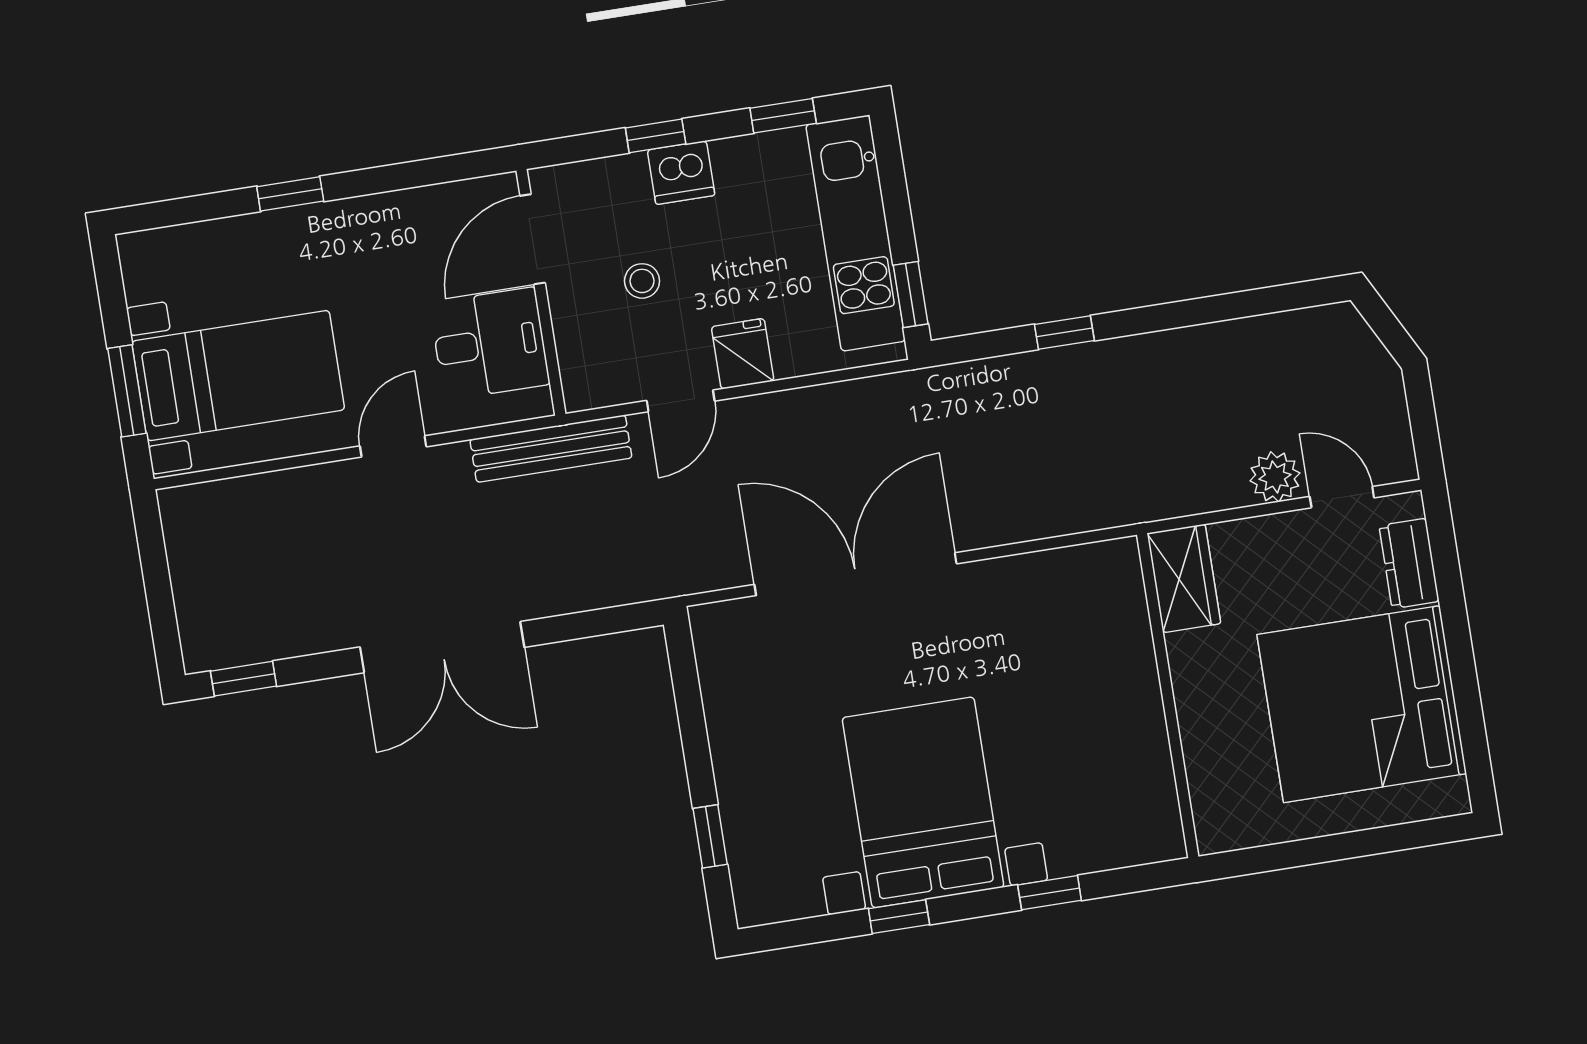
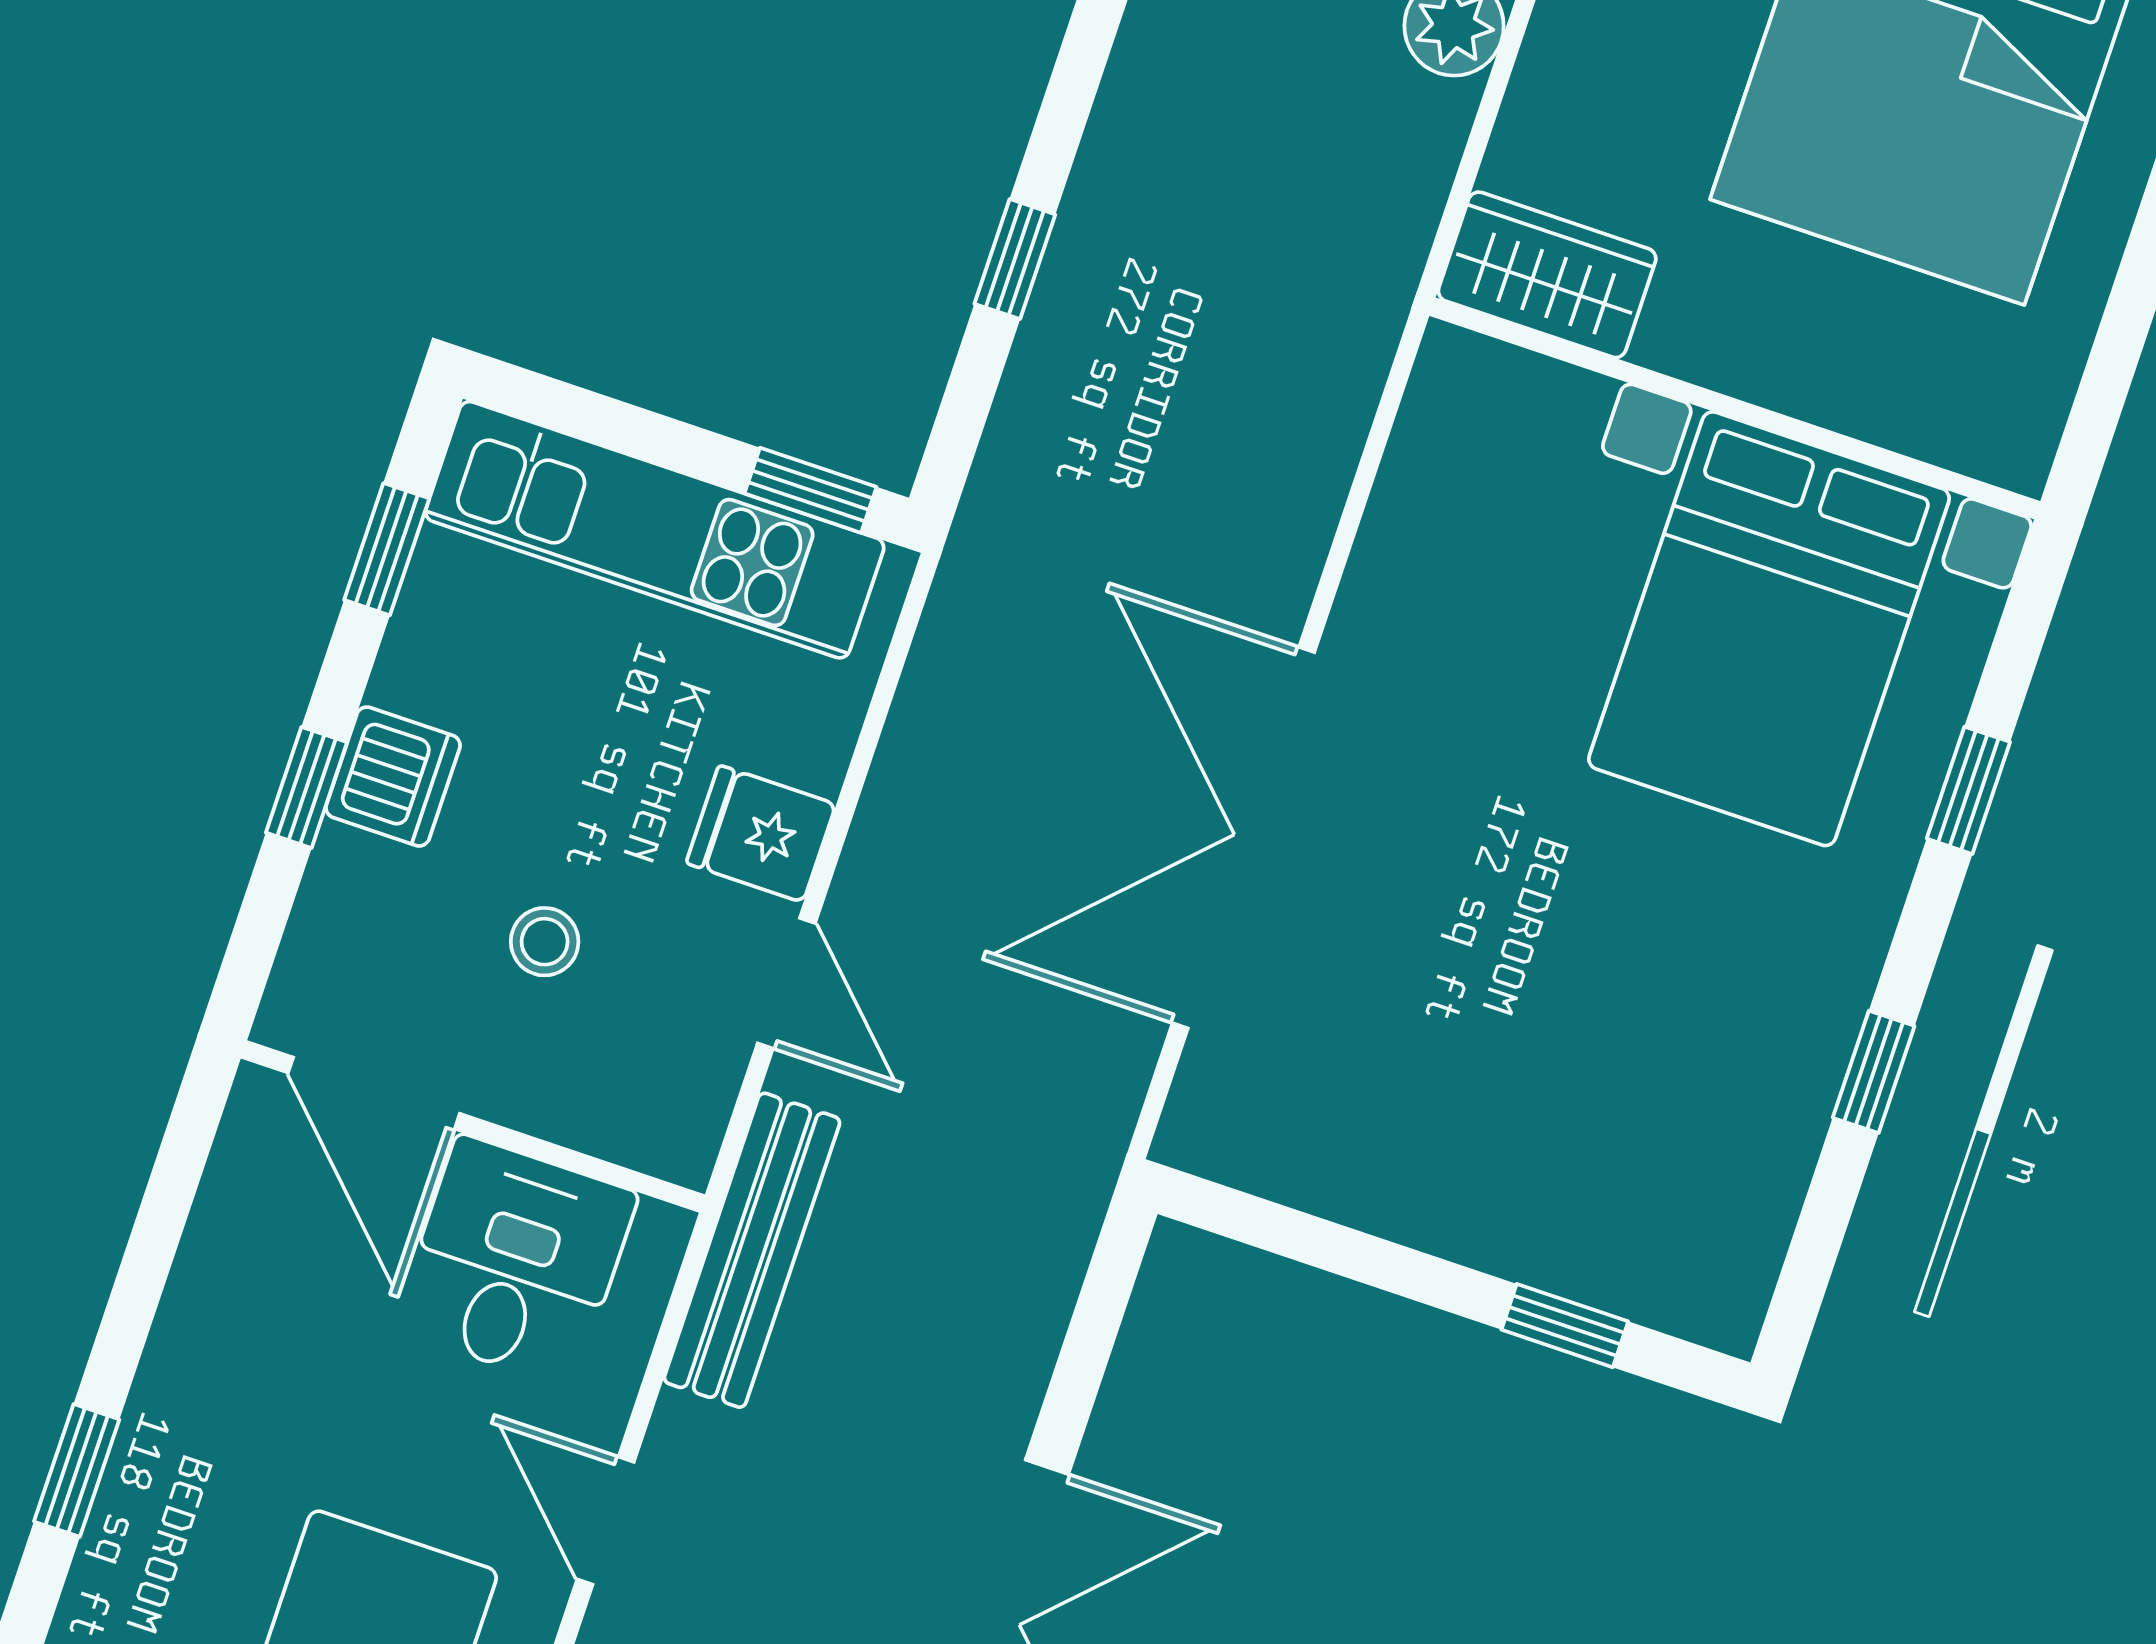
bed with nightstands: (923, 802) -> (1769, 629), moved, turned -90

